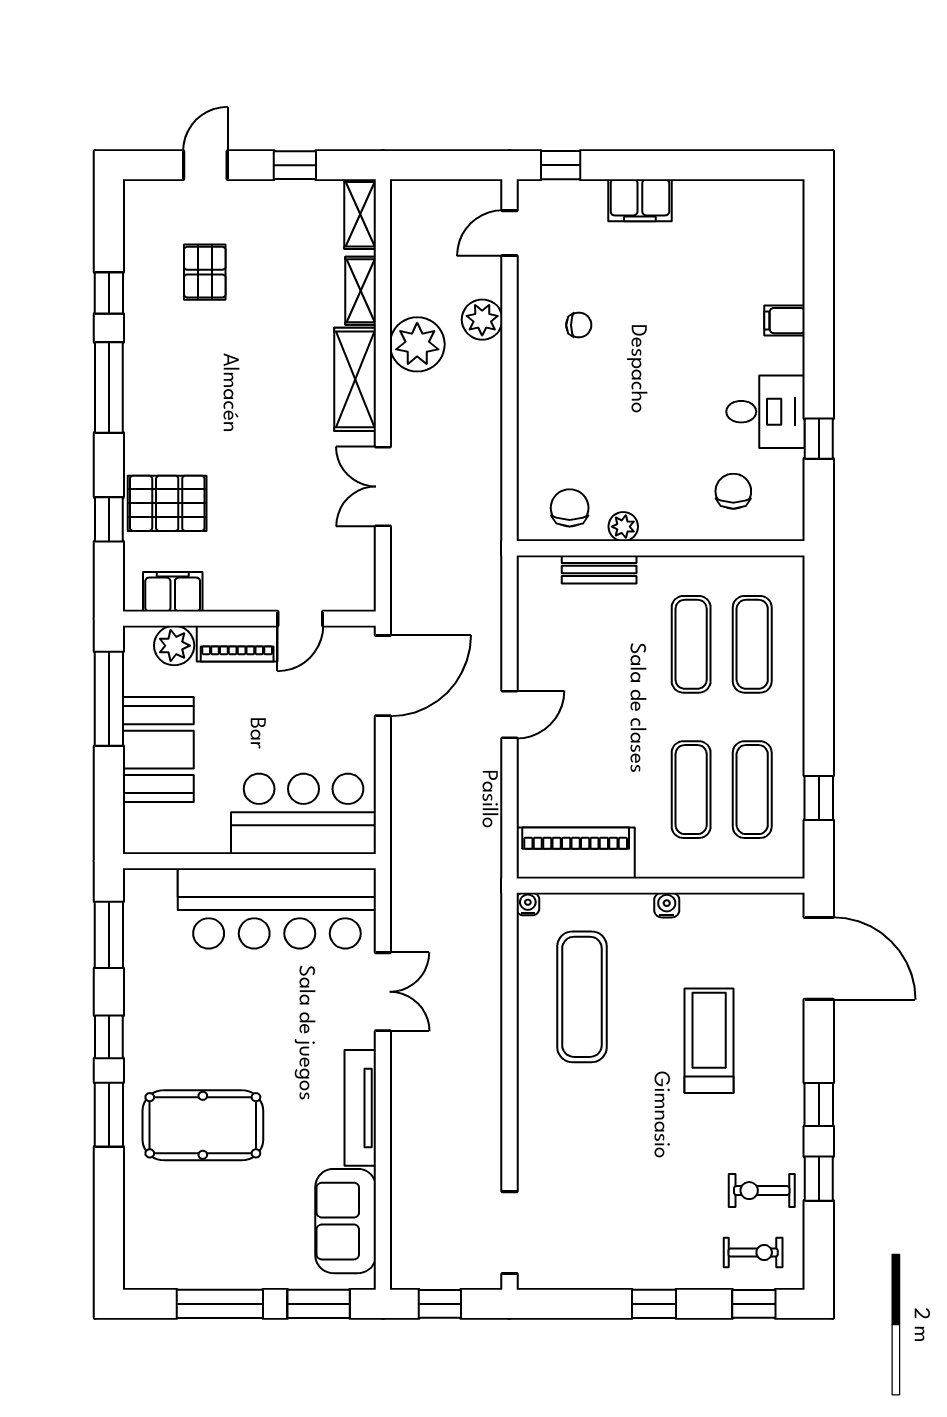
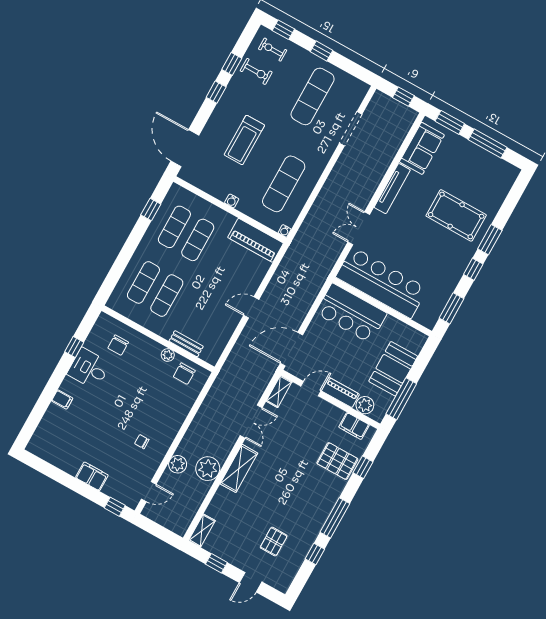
shelving: (361, 291) -> (279, 391), moved
exercise mat: (621, 1203) -> (313, 96), added
doorway: (509, 1233) -> (351, 129), moved

